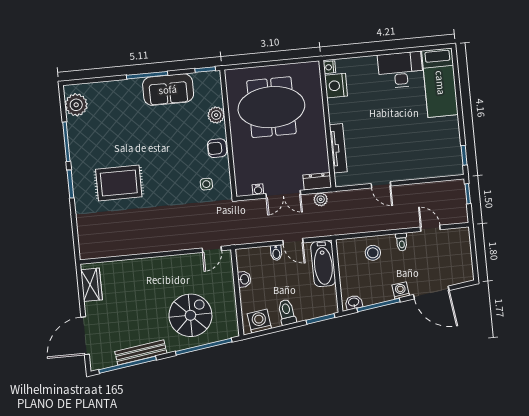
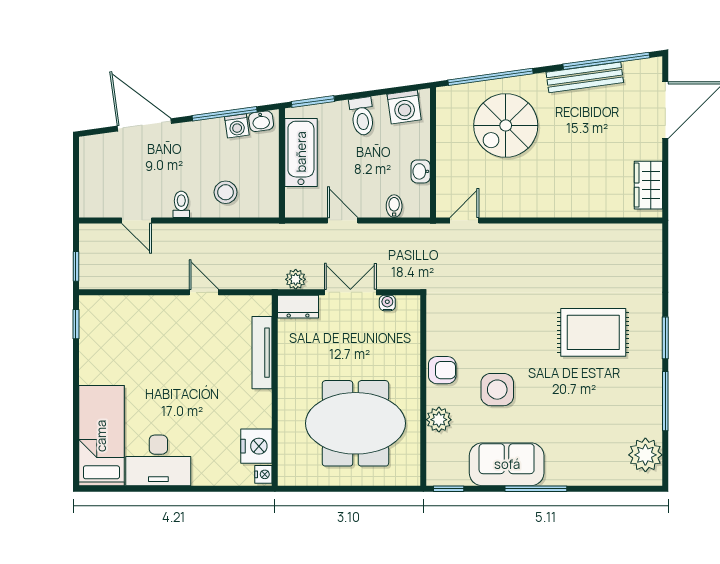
side table: (206, 184) -> (497, 390), moved, width x1.87, depth x1.87
bidet: (276, 253) -> (394, 206), moved
bathtub: (323, 264) -> (301, 152), moved
washing machine: (401, 290) -> (237, 126), moved

